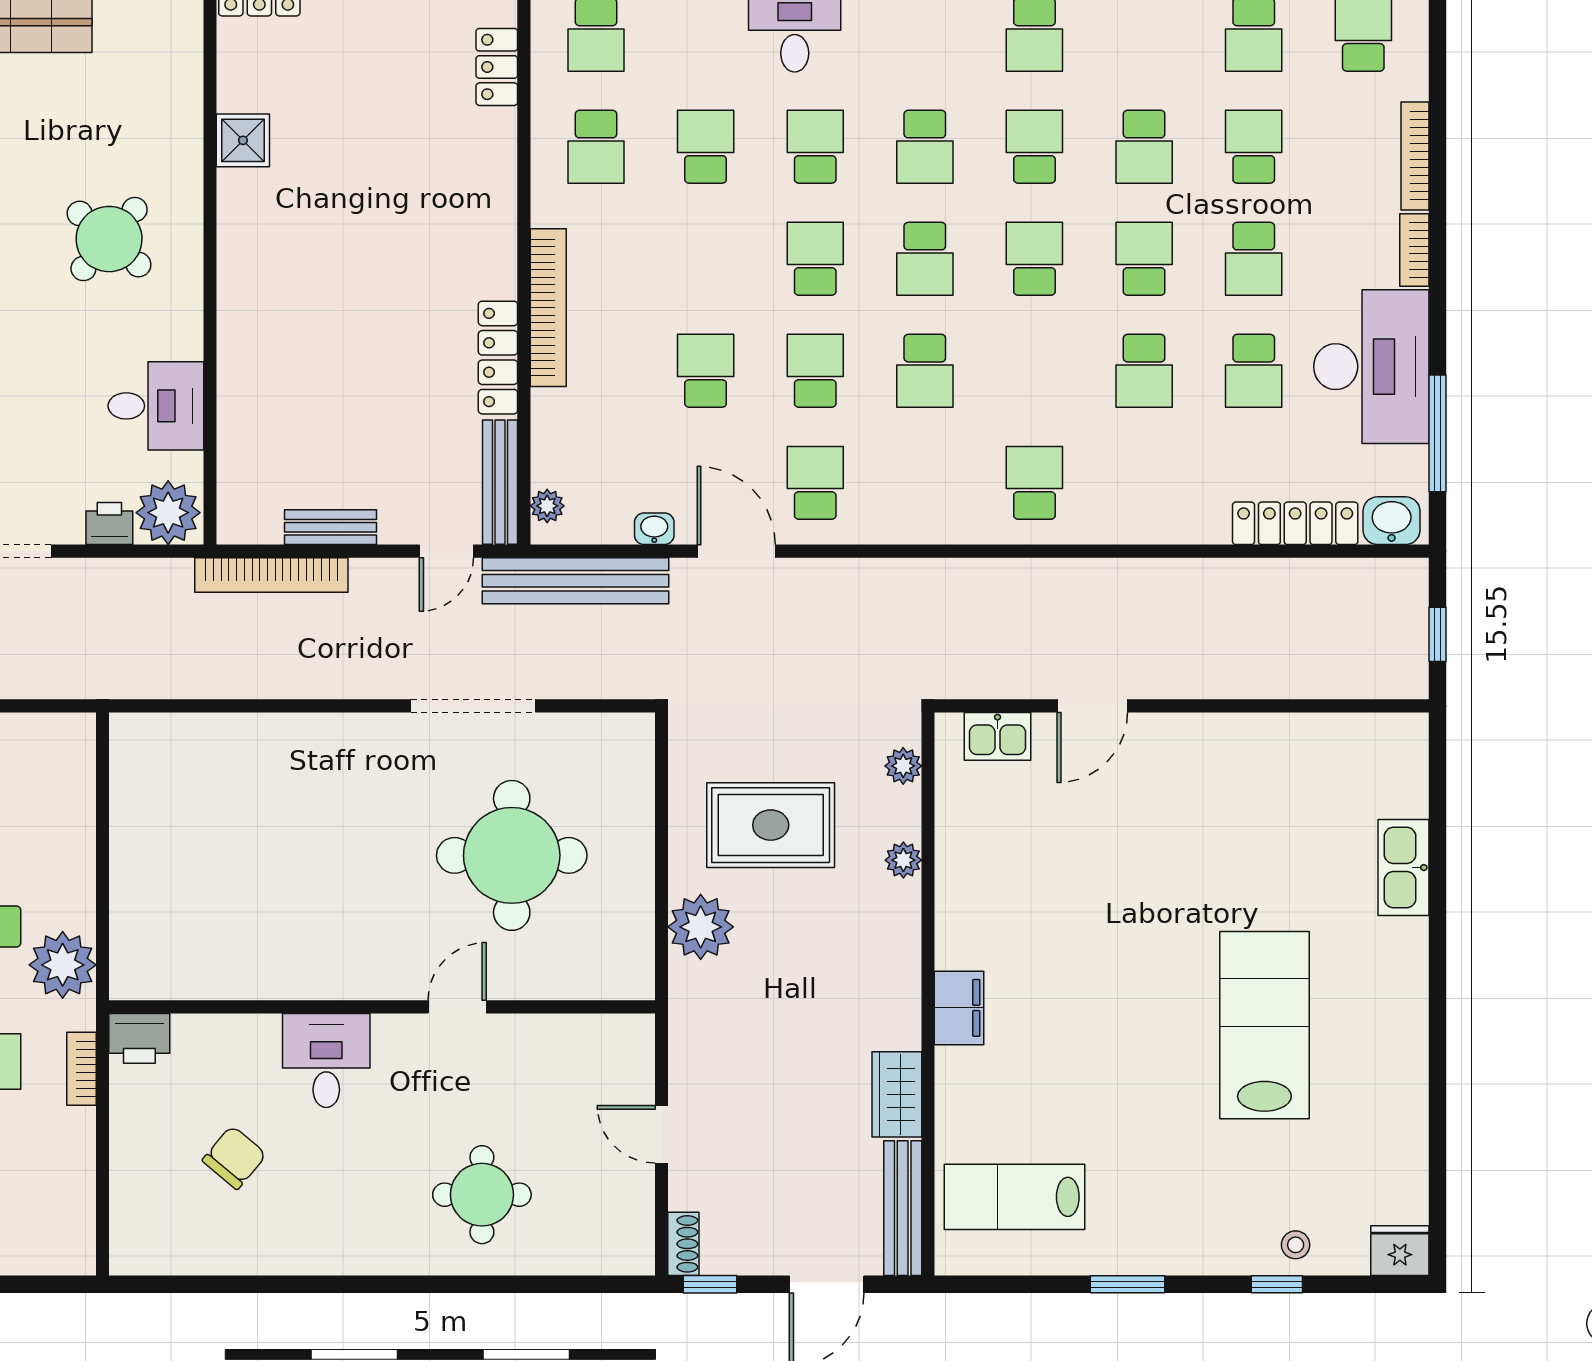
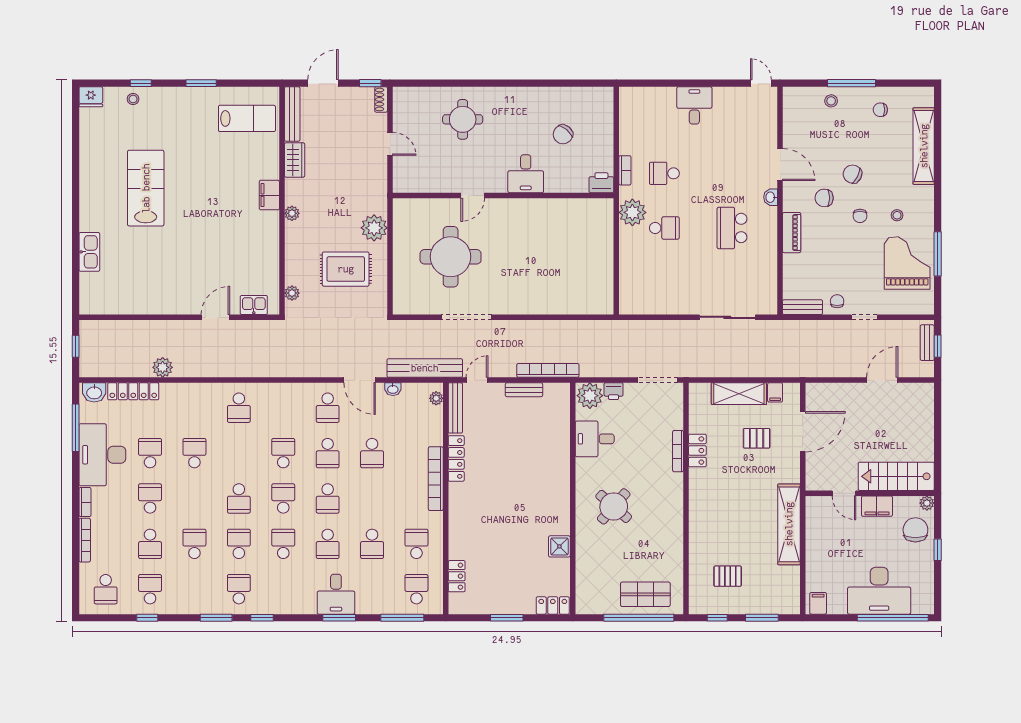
school desk: (1034, 147) -> (239, 544), turned 180
school desk: (1144, 259) -> (194, 498), removed
plant: (1223, 582) -> (163, 367), added
plant: (903, 860) -> (292, 213), moved
lab bench: (1264, 1025) -> (146, 188), turned 180

